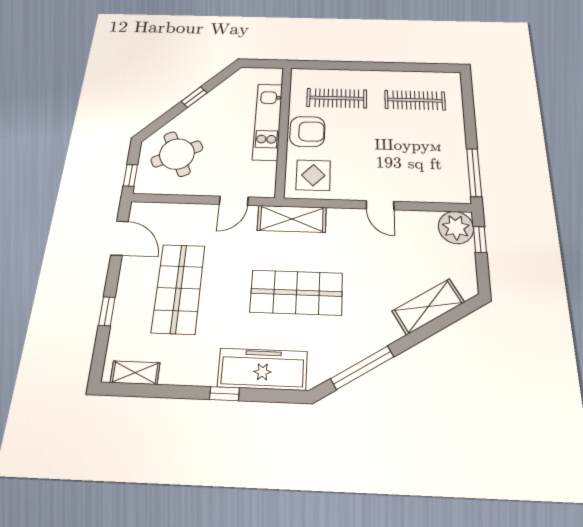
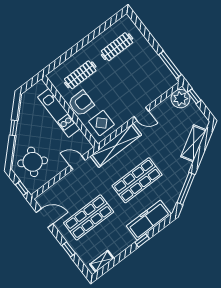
round table: (177, 154) -> (33, 162), turned -35
door: (234, 201) -> (77, 163), swing flipped
shelving: (292, 219) -> (116, 146), width x1.47
shop shelf: (179, 288) -> (89, 217), turned 90

